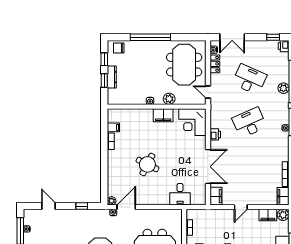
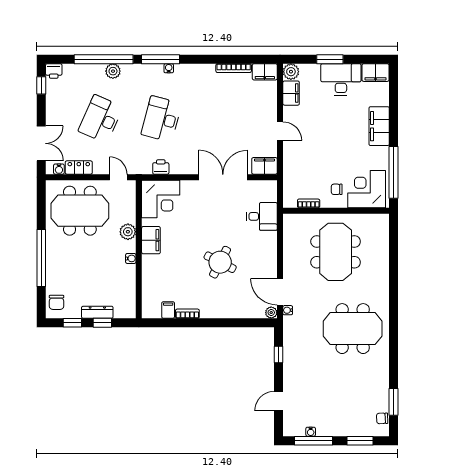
door: (208, 92) -> (118, 177), swing flipped
desk: (249, 123) -> (161, 119), turned 39
printer: (215, 134) -> (161, 167), moved

